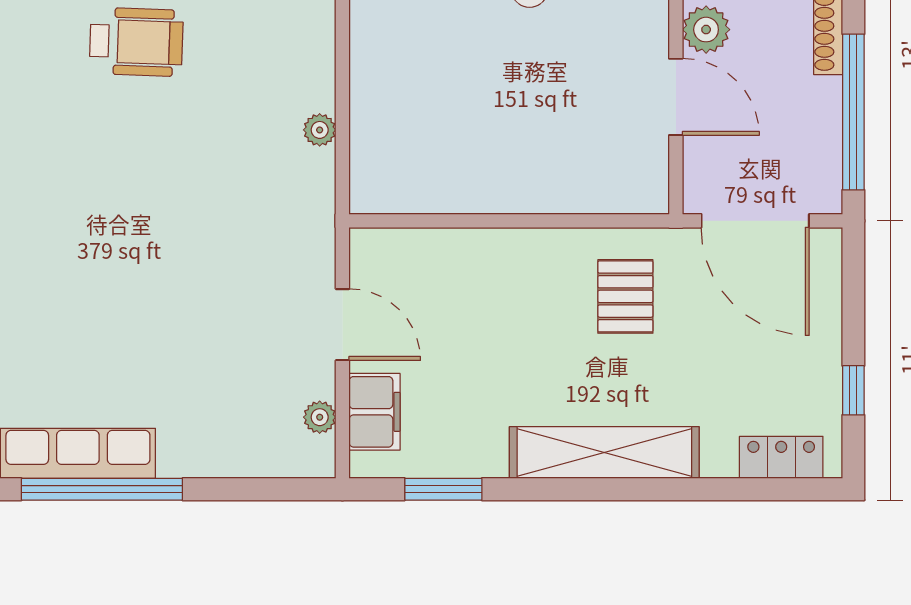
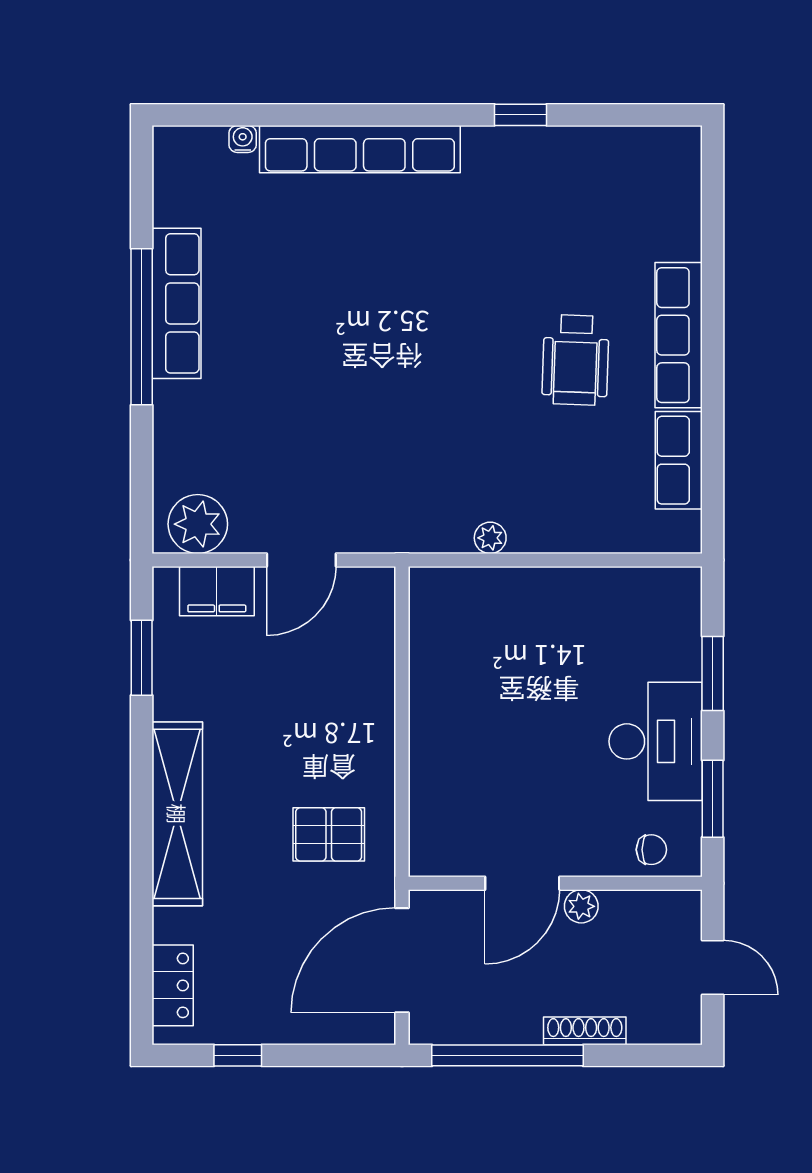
plant: (706, 30) -> (581, 906), width x0.73, depth x0.73
plant: (320, 417) -> (198, 524), width x1.88, depth x1.88

